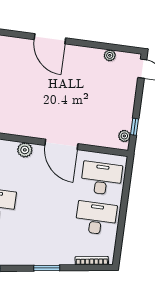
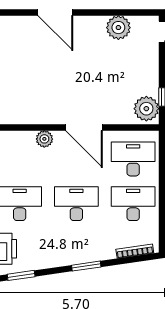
plant: (110, 55) -> (118, 28), width x1.88, depth x1.88
plant: (124, 136) -> (146, 109), width x1.88, depth x1.88
desk: (45, 211) -> (76, 204), added

